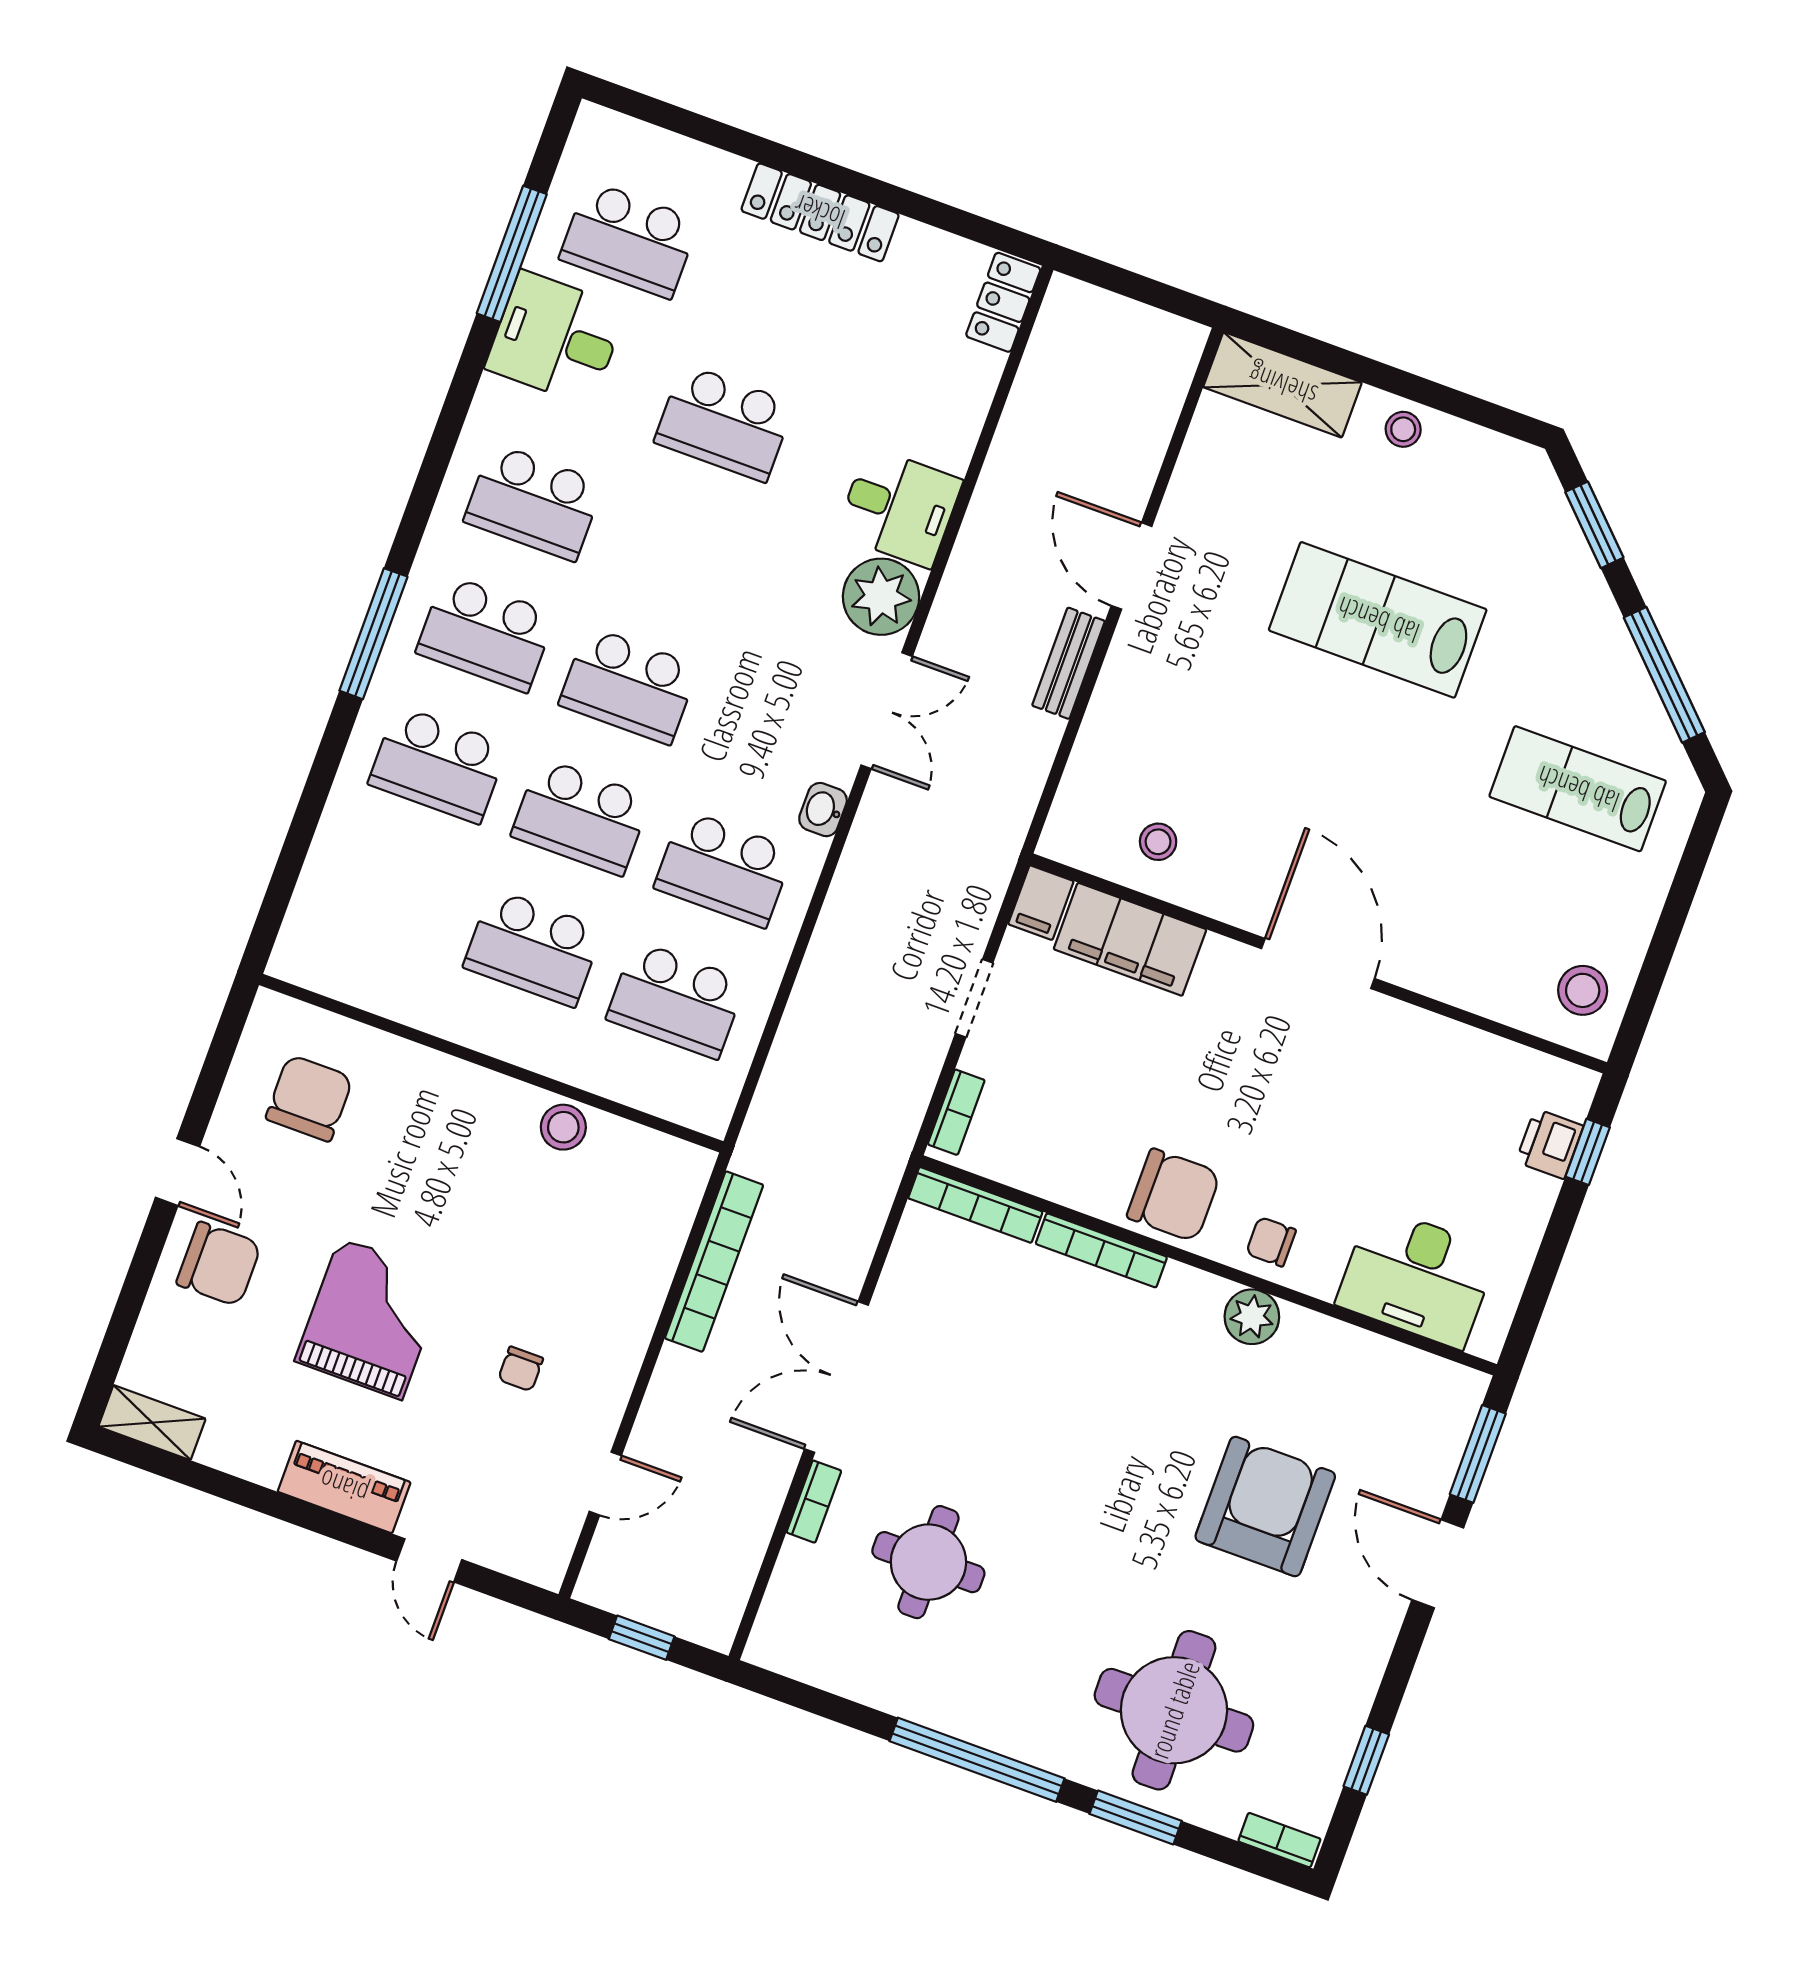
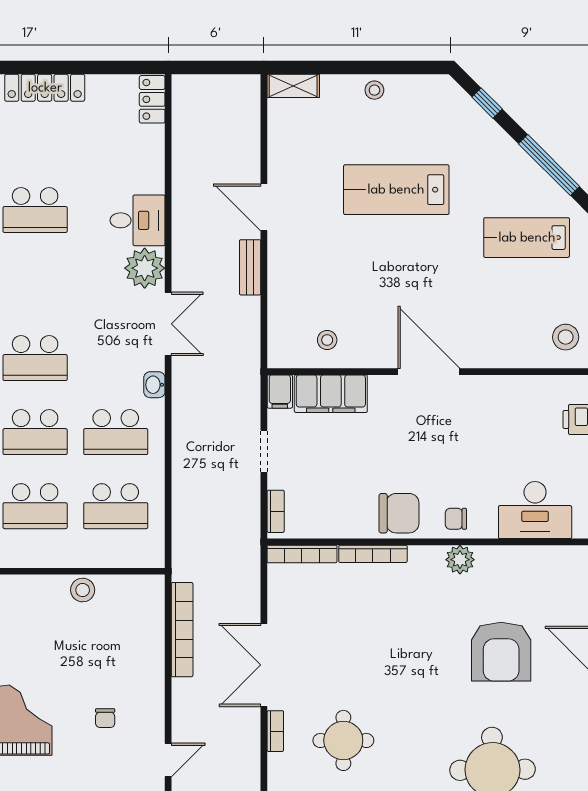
shelving: (1283, 385) -> (293, 86), width x0.67, depth x0.75
window: (1594, 525) -> (487, 103), width x0.67
armchair: (1265, 1507) -> (501, 652), turned 180

